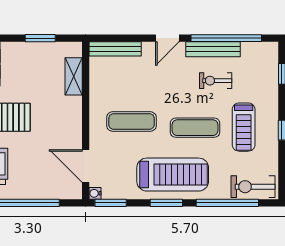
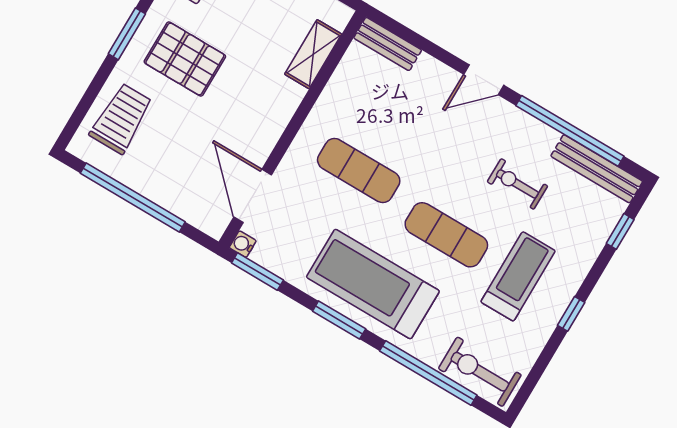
bench: (115, 49) -> (388, 44), width x0.73
bench: (213, 49) -> (597, 169), moved
treadmill: (244, 127) -> (518, 276), turned 180
treadmill: (173, 175) -> (373, 284), turned 180

